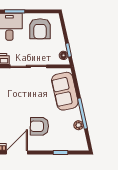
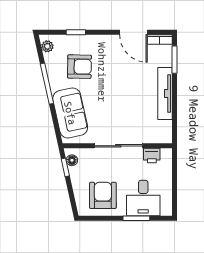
plant: (78, 125) -> (47, 46), moved
armchair: (39, 126) -> (79, 67), moved
door: (17, 152) -> (133, 32), hinge flipped

